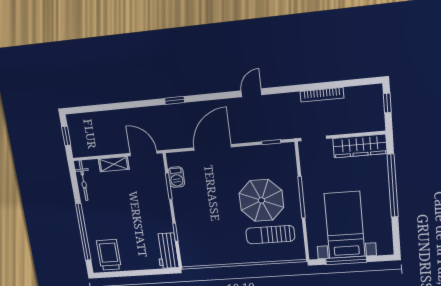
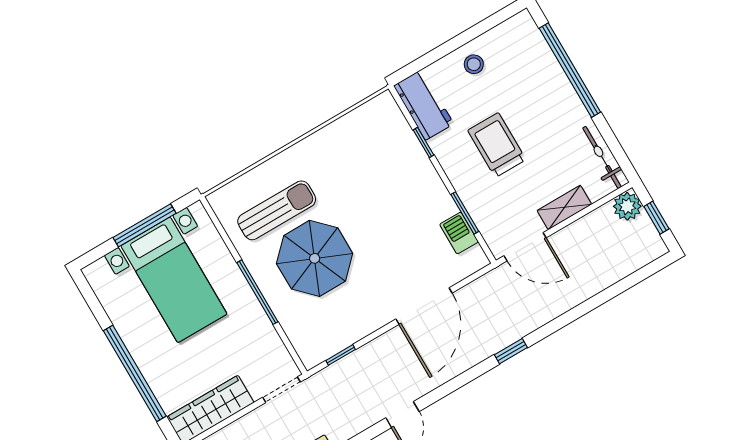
plant: (80, 149) -> (627, 206), added
trolley: (109, 255) -> (497, 145), moved, turned 180
stool: (132, 258) -> (474, 64), added

